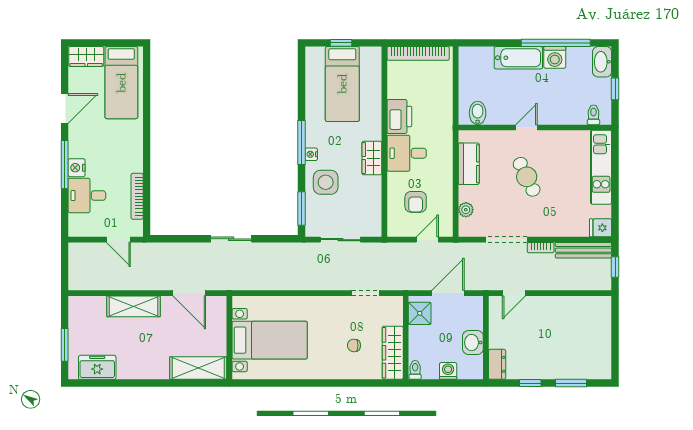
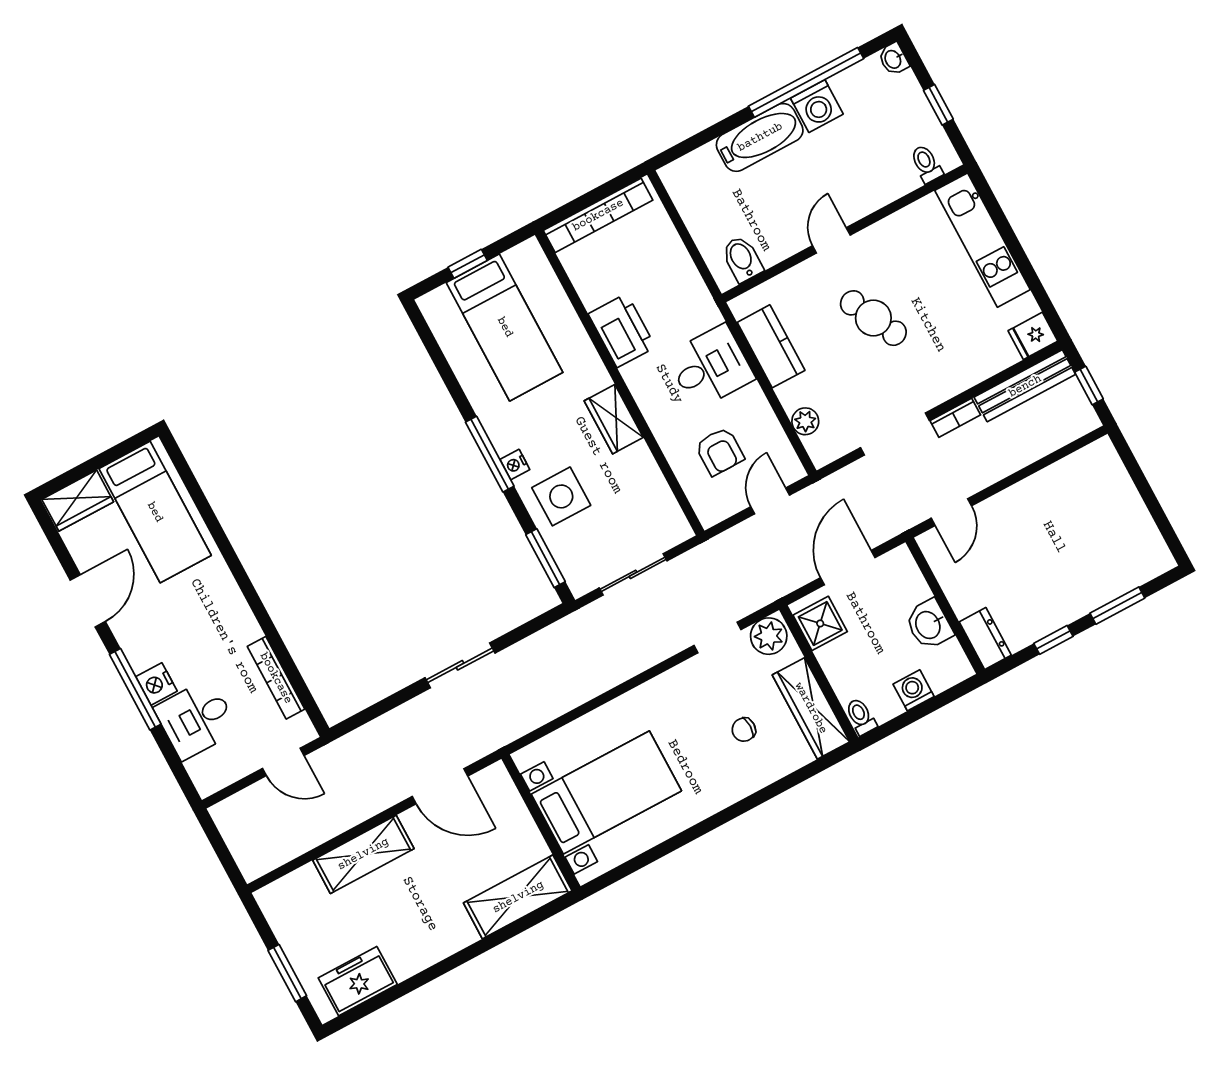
washbasin: (602, 62) -> (893, 59), width x0.52, depth x0.69
desk: (407, 153) -> (710, 367), moved, turned 180
plant: (391, 306) -> (769, 636), added

